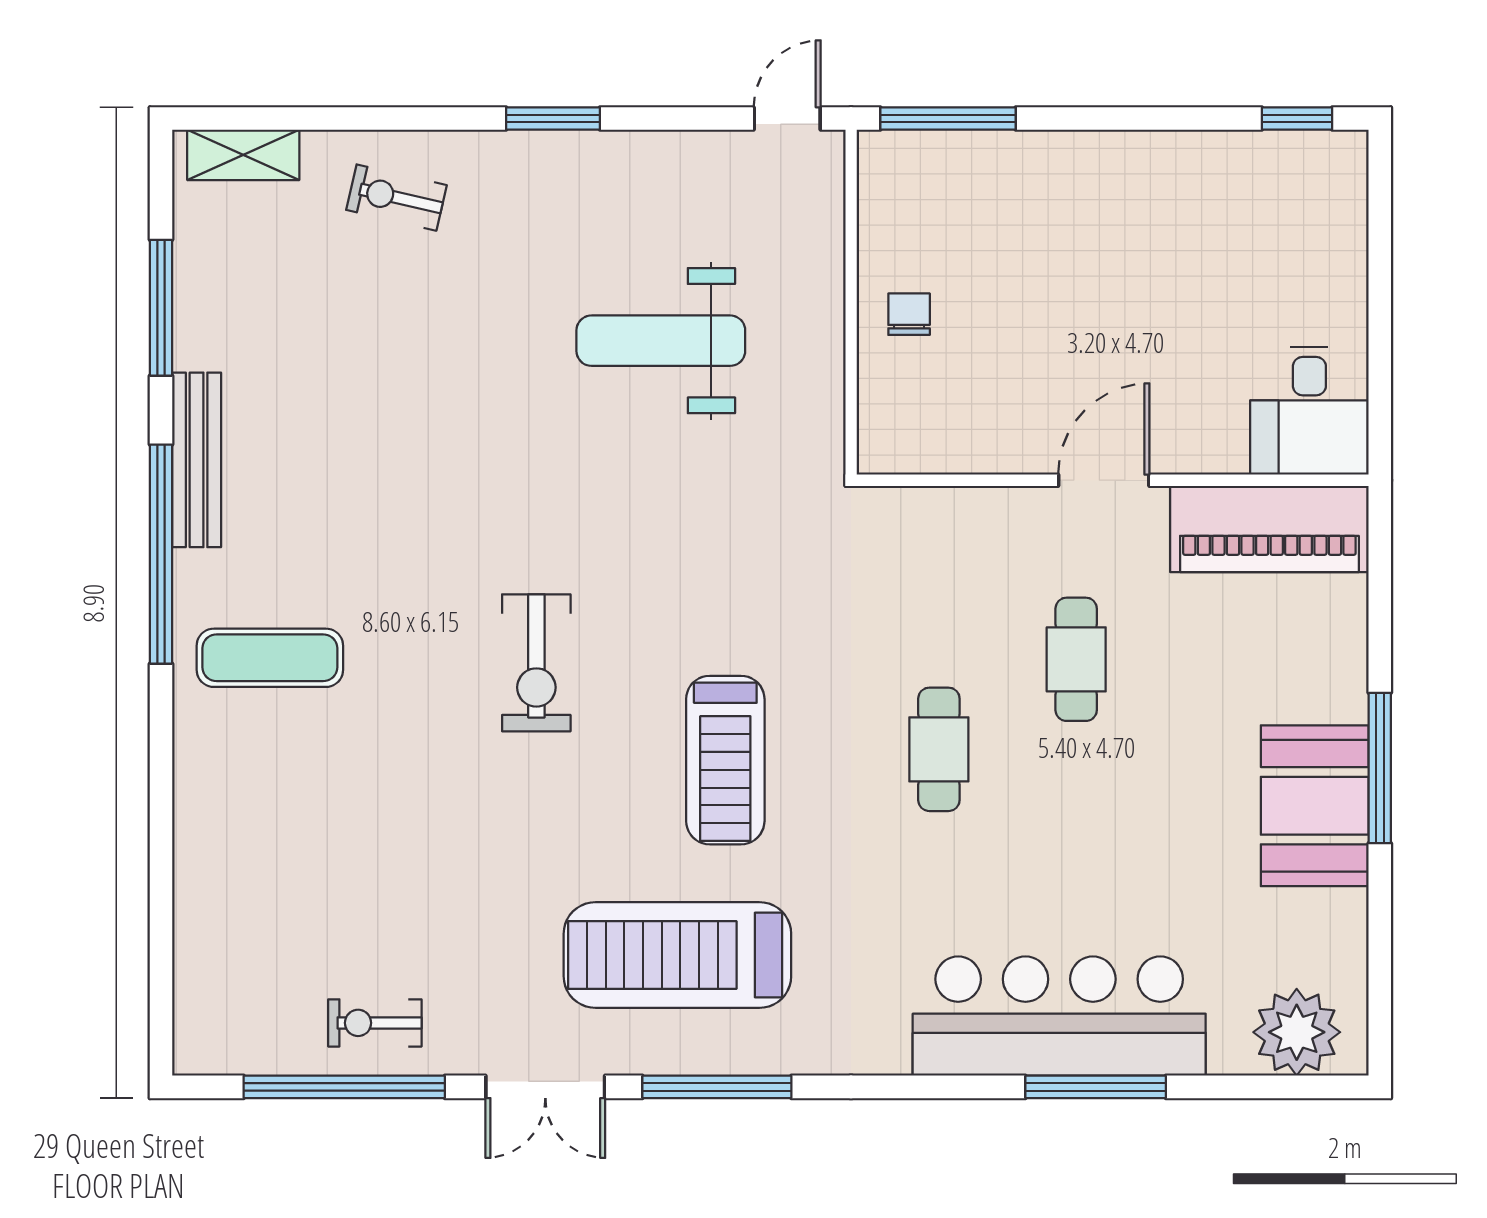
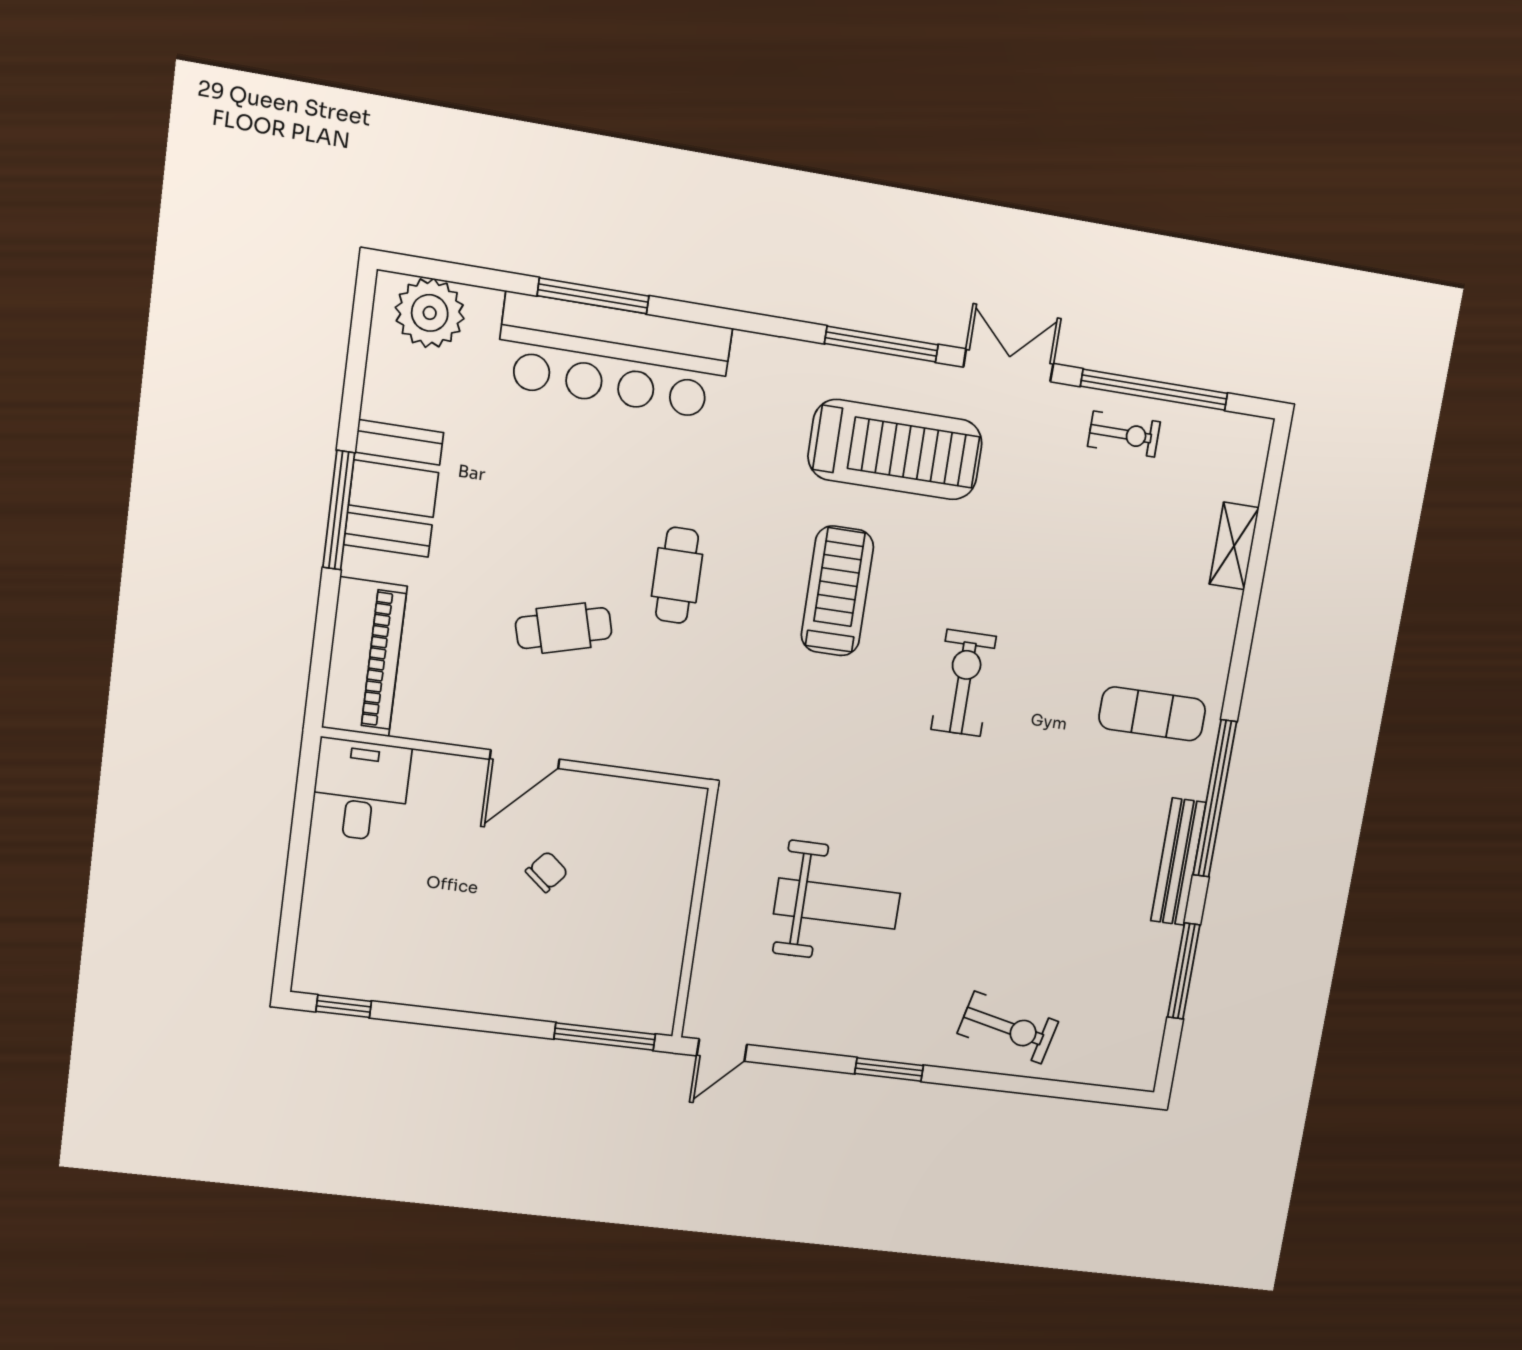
shelving: (243, 155) -> (1234, 546), moved, turned 90
exercise bike: (396, 198) -> (1008, 1028), width x1.38, depth x1.39
chair: (909, 314) -> (547, 872), moved, turned -140
piano: (1269, 529) -> (364, 657), moved, turned 90
cafe table: (1076, 659) -> (564, 628), turned 75

